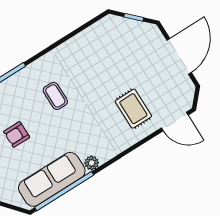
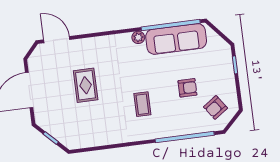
rug: (133, 109) -> (86, 85), moved

